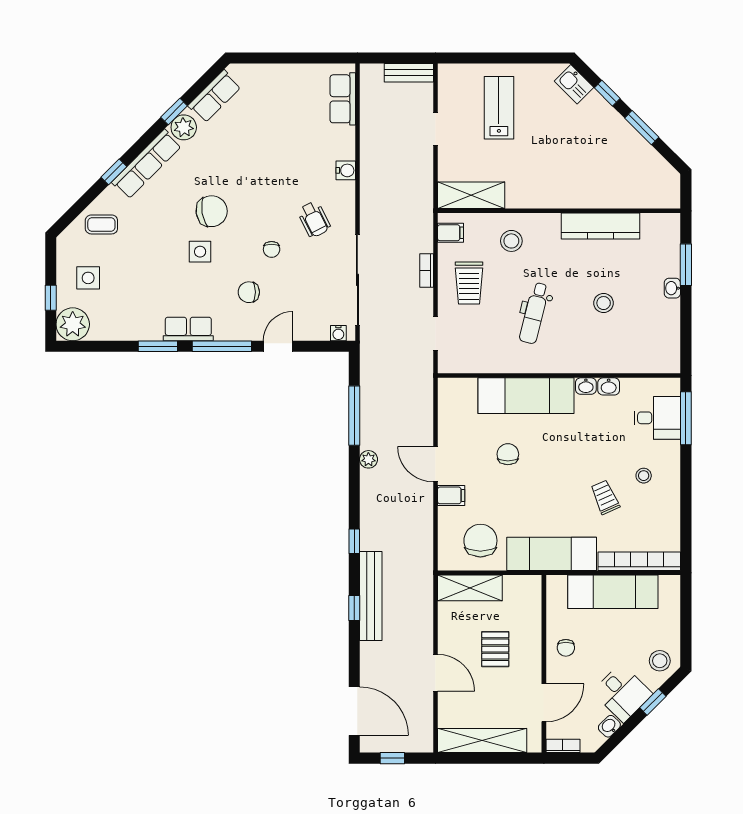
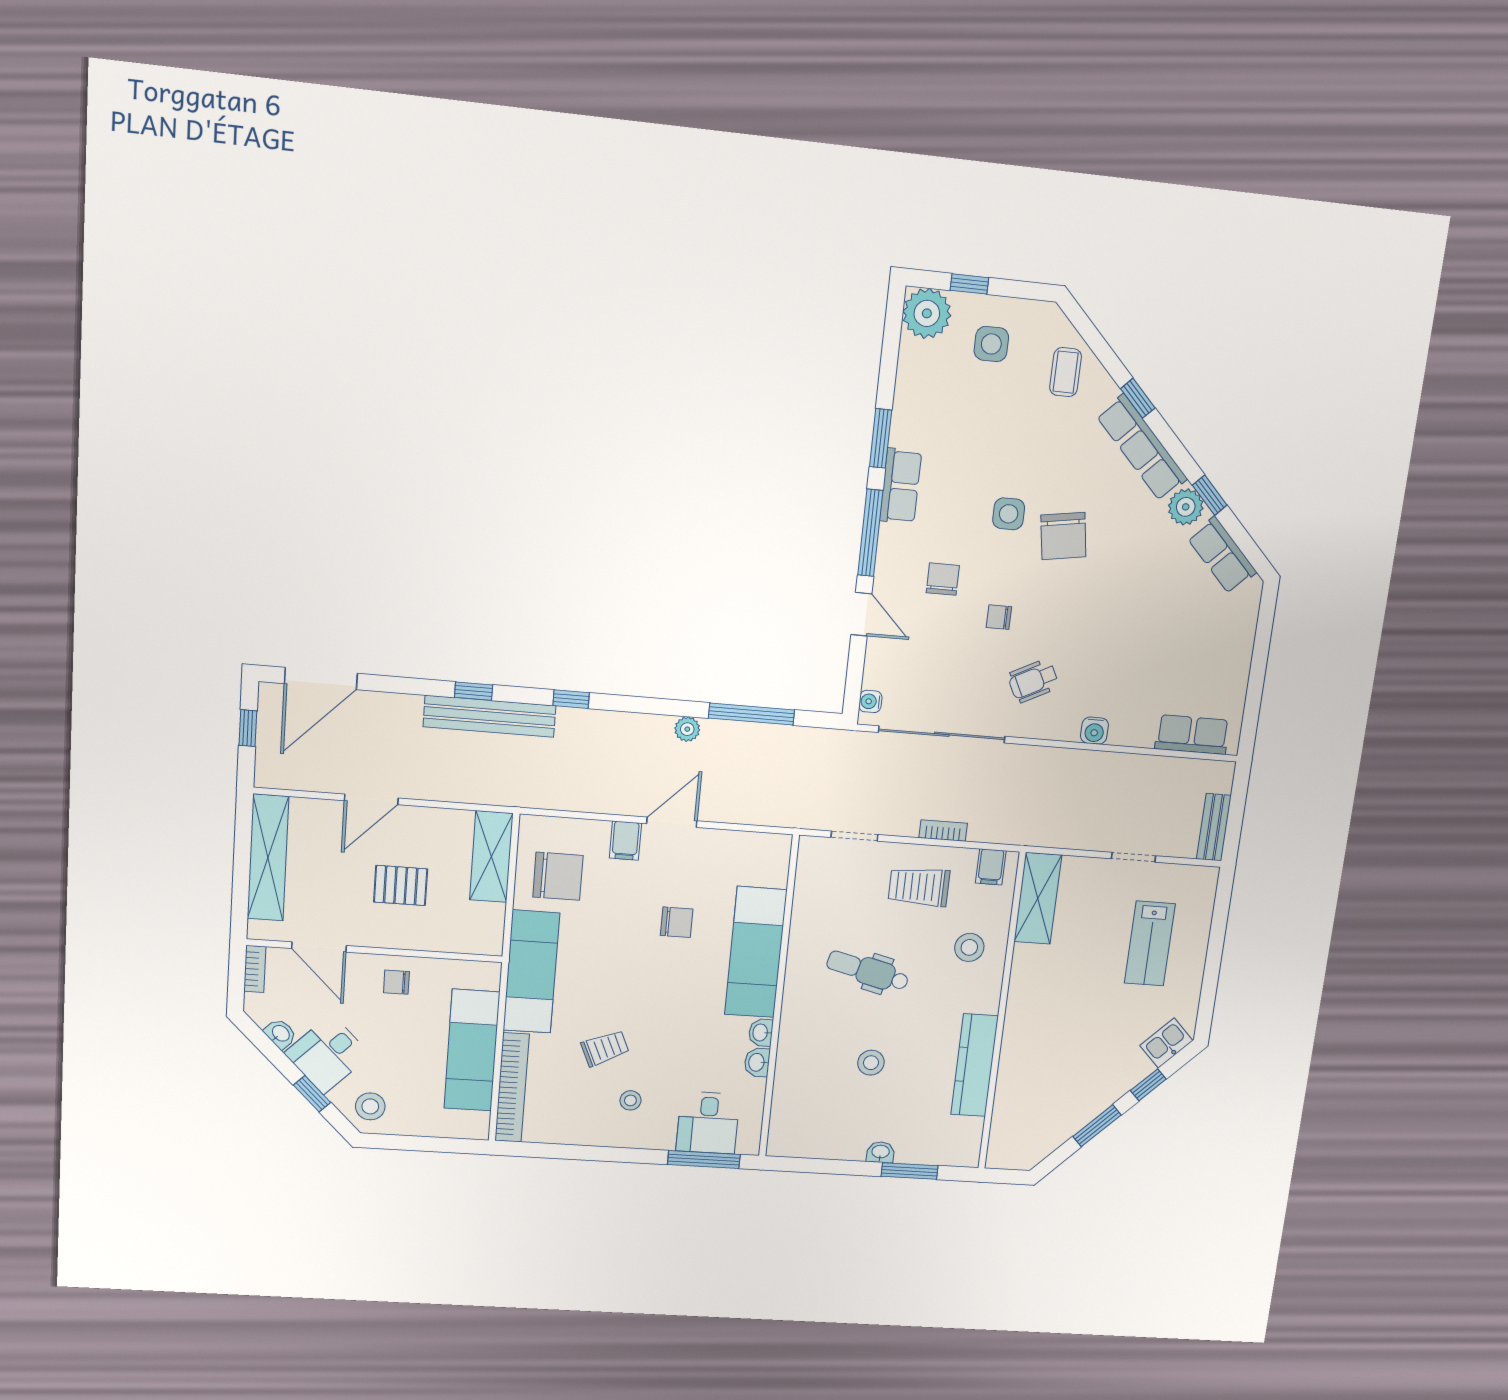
lab bench: (499, 108) -> (1150, 944), turned 90

